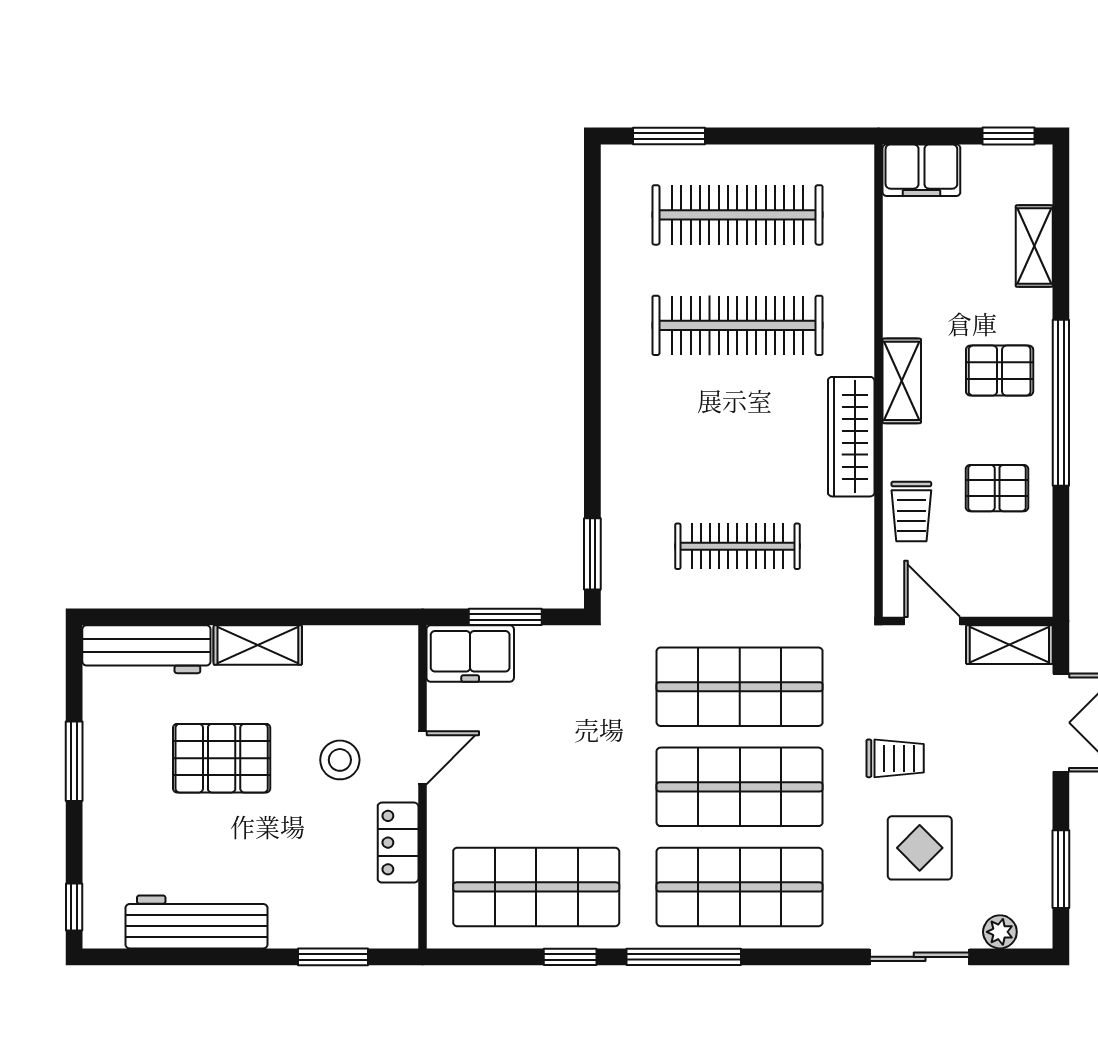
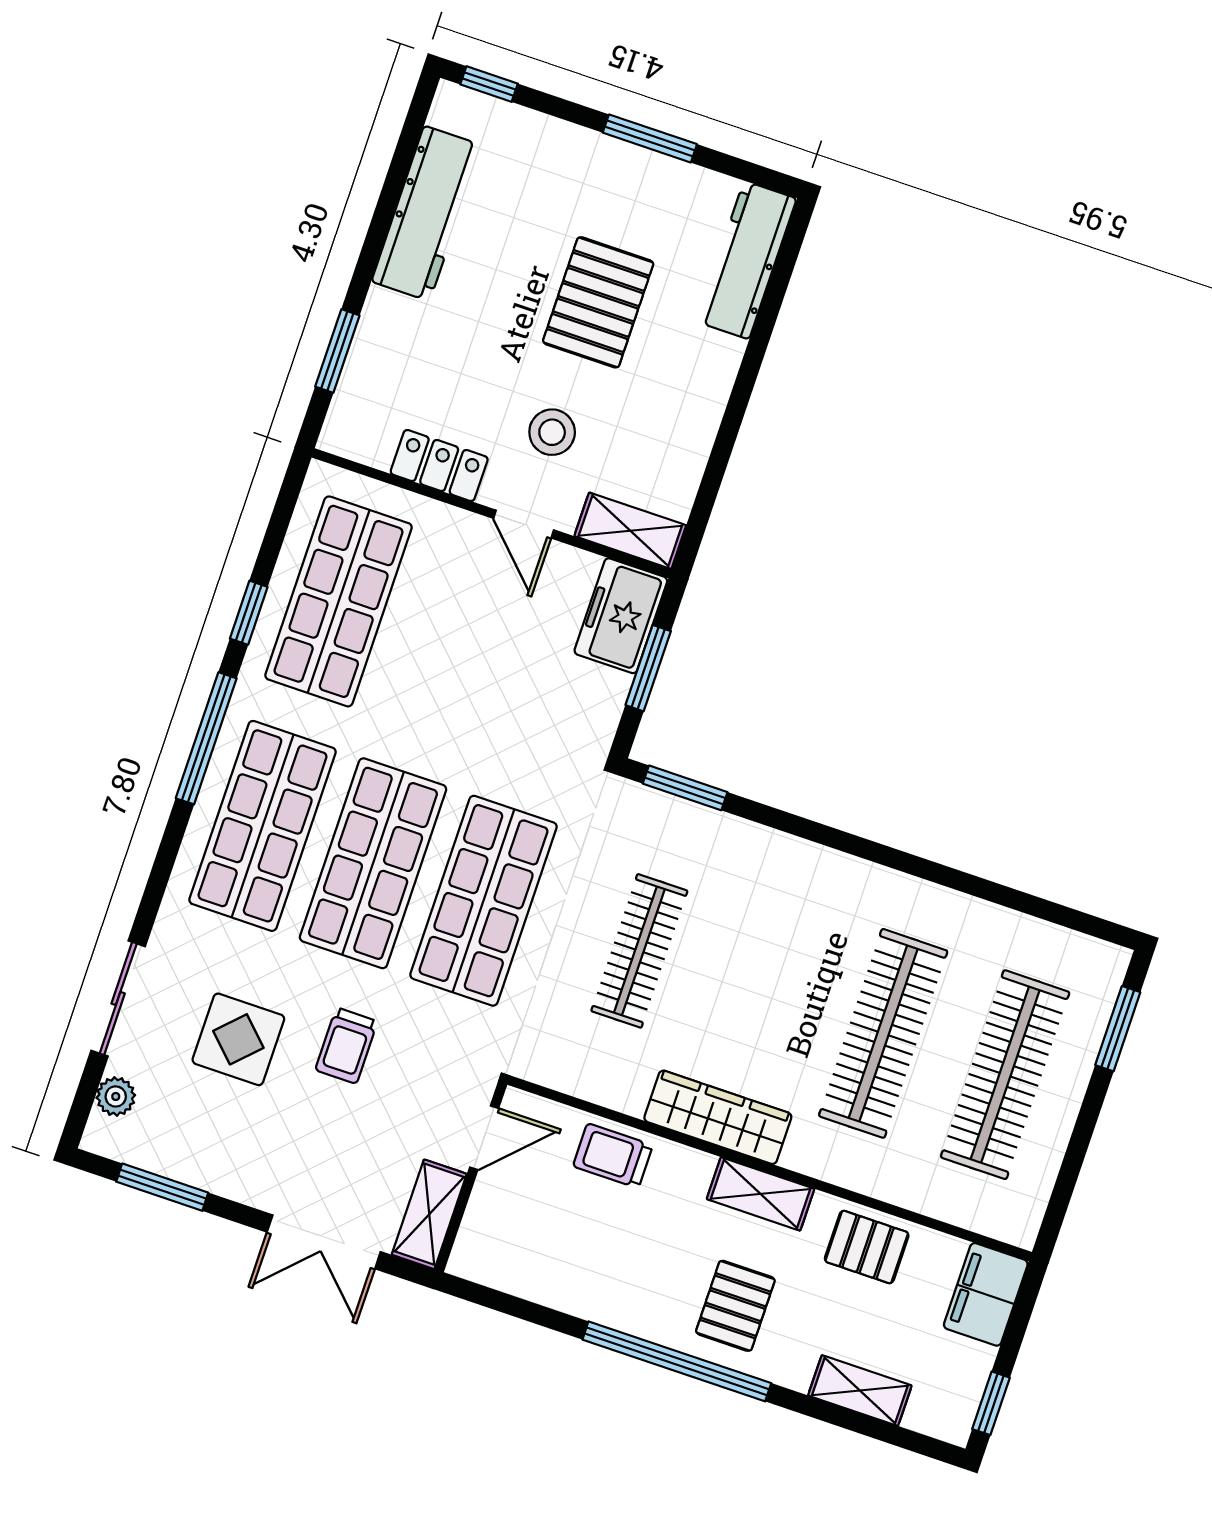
pallet: (997, 488) -> (867, 1247), moved, turned 90
shelving: (258, 645) -> (630, 531), moved, turned 90

